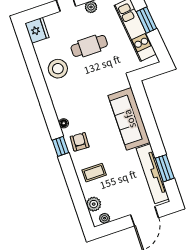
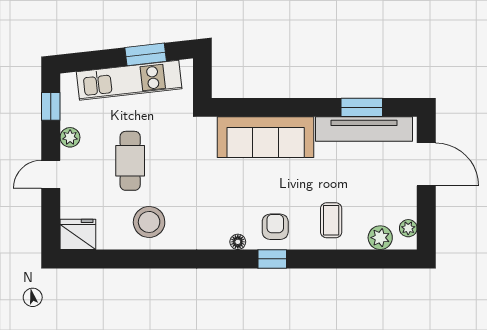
window: (147, 20) -> (146, 54), moved
armchair: (80, 142) -> (275, 227), turned 87

